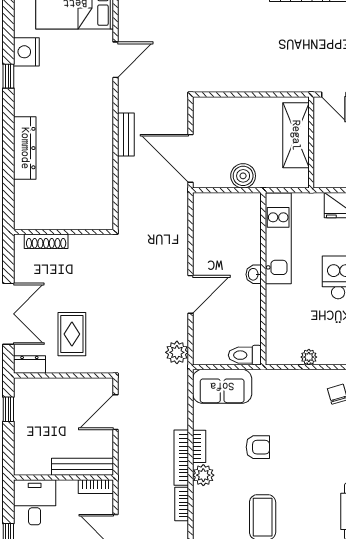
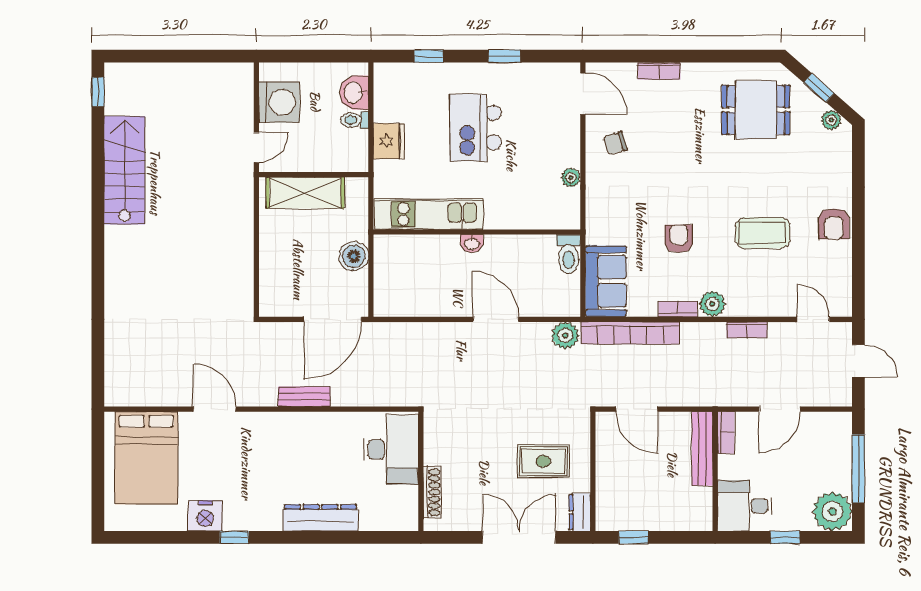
desk: (82, 207) -> (391, 449), added
bookcase: (181, 458) -> (630, 333), moved, width x1.48, depth x1.31

